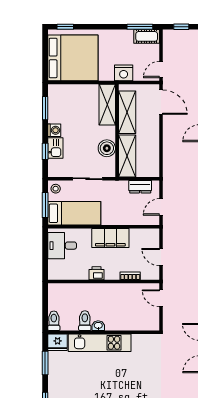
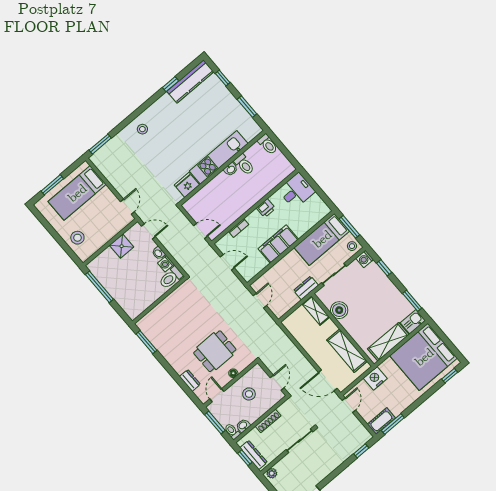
shelving: (107, 105) -> (388, 342), moved, turned 90
washing machine: (54, 130) -> (365, 259), moved
kitchen sink: (55, 148) -> (413, 322), moved, turned 90
shelving: (127, 156) -> (316, 311), width x0.67, depth x0.75
dresser: (140, 187) -> (306, 288), moved
desk: (62, 246) -> (296, 191), moved
fridge: (58, 342) -> (187, 185), moved

